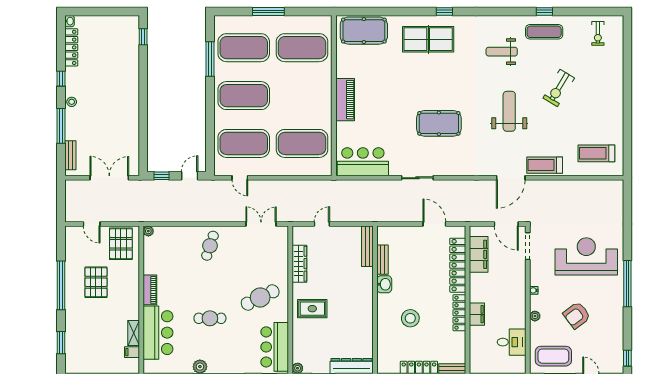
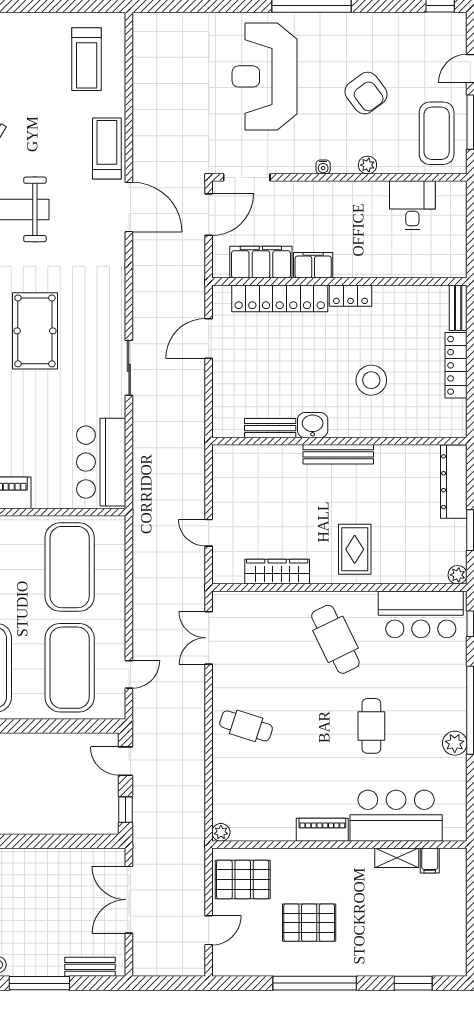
treadmill: (545, 165) -> (107, 148), turned 180
bench: (367, 246) -> (338, 454), moved
locker: (459, 313) -> (351, 296), width x0.66
filing cabinet: (477, 314) -> (313, 265), moved

